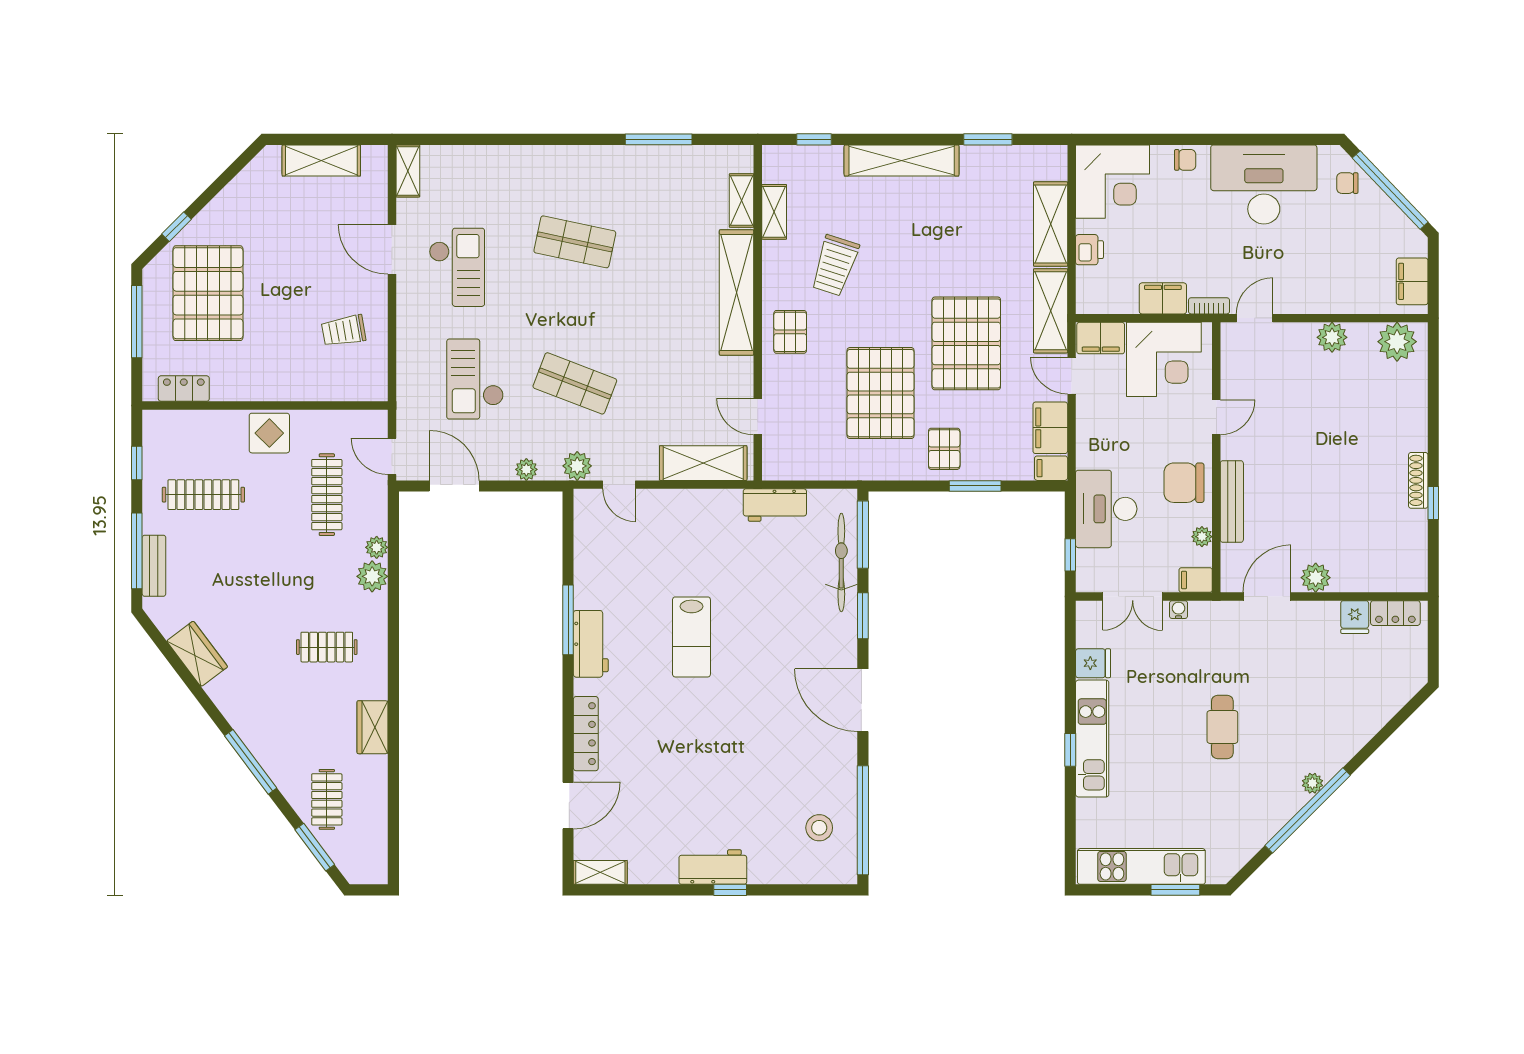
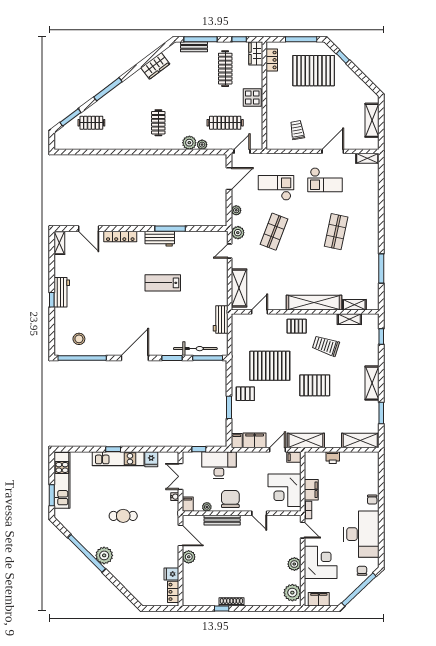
shelving: (902, 160) -> (372, 383), width x0.68
corner desk: (1112, 182) -> (321, 562), moved, turned 180
shelving: (1051, 224) -> (360, 440), moved
filing cabinet: (1101, 338) -> (294, 457), width x0.50
pallet: (966, 343) -> (315, 385), moved, width x0.73, depth x0.71
wardrobe: (372, 727) -> (256, 53), moved, turned -90
plant: (1312, 783) -> (104, 555), width x1.88, depth x1.88

